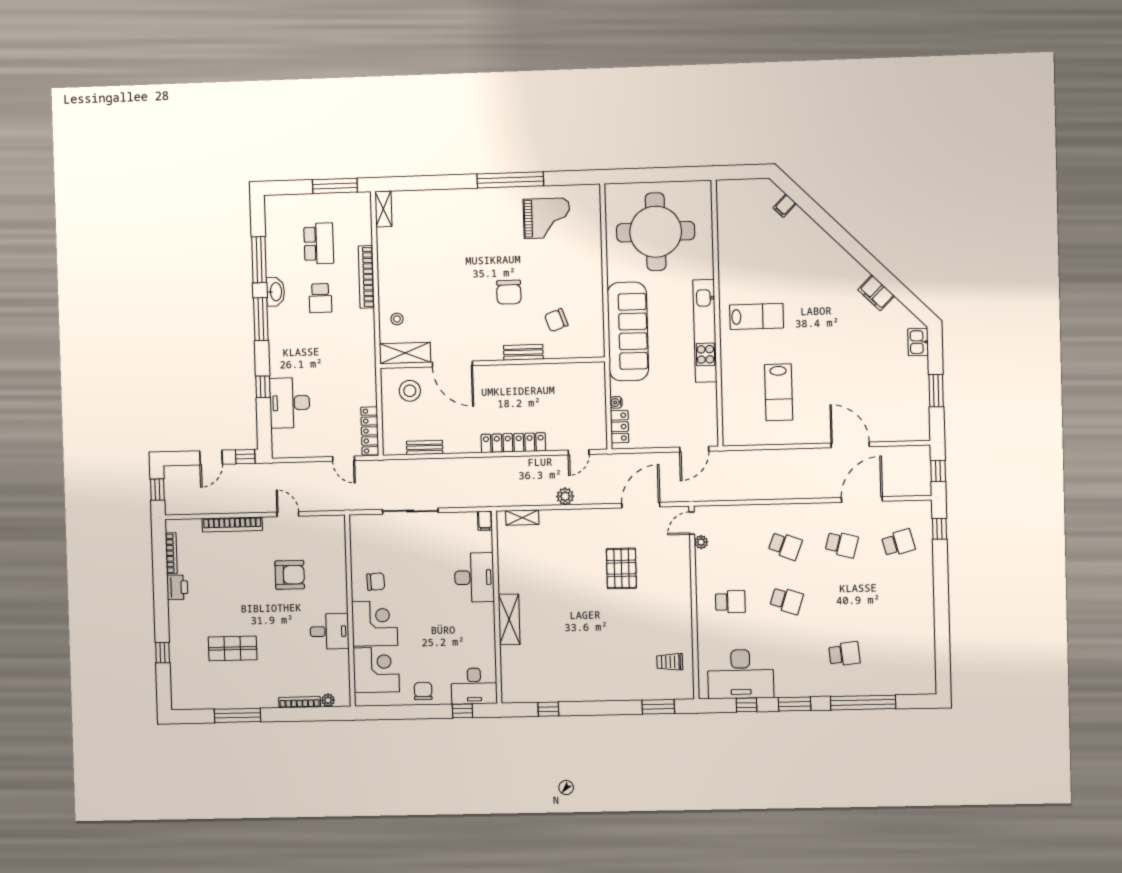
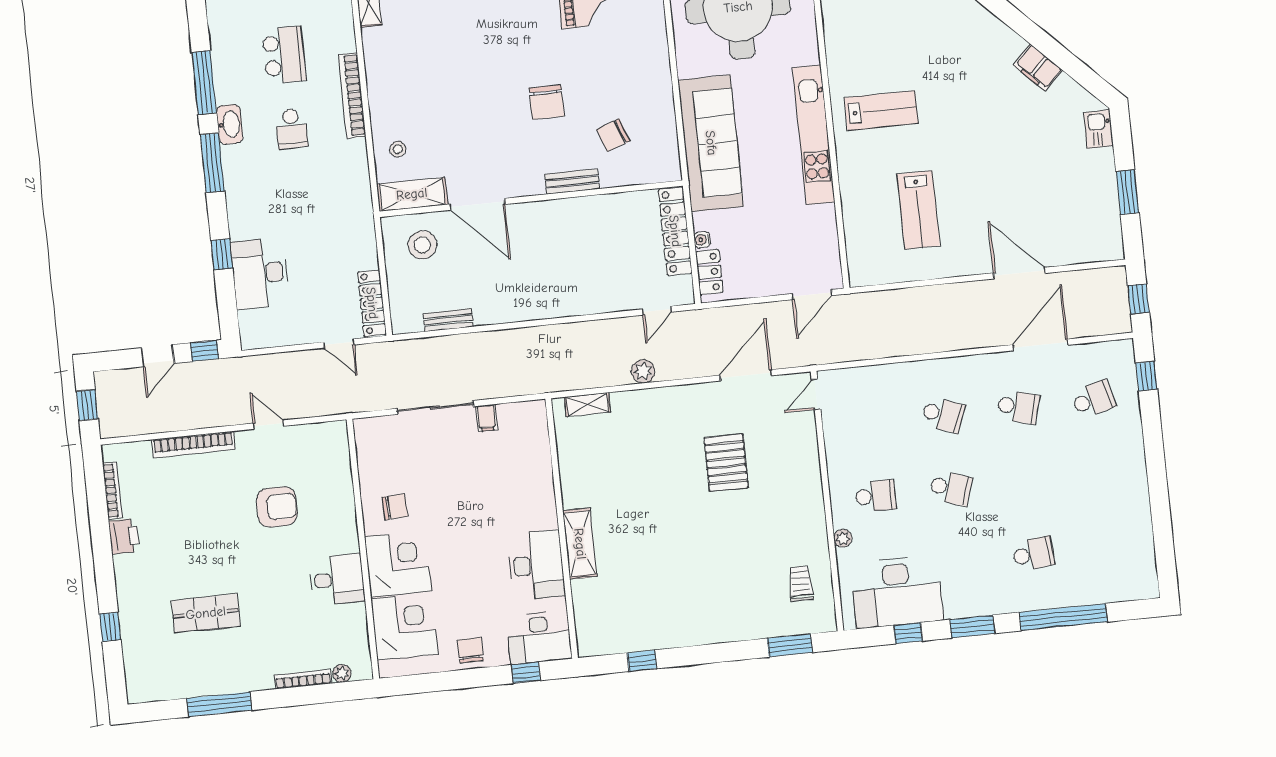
locker: (513, 443) -> (675, 231), moved, turned -90
filing cabinet: (485, 521) -> (486, 418), moved
plant: (701, 542) -> (843, 538), moved
desk: (474, 577) -> (536, 565), moved
trolley: (670, 662) -> (801, 583), turned 90

